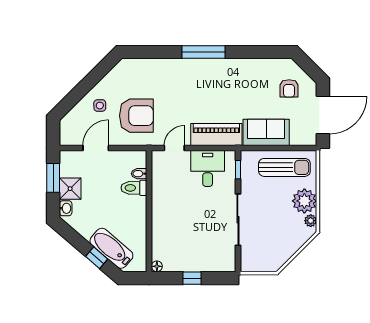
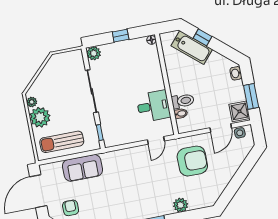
plant: (160, 67) -> (181, 205), added
side table: (100, 106) -> (240, 133), moved
armchair: (136, 116) -> (192, 161), turned 180
piano: (216, 134) -> (123, 158), removed
desk: (208, 168) -> (153, 106), moved, turned -90
shower: (70, 189) -> (239, 111), moved
plant: (227, 264) -> (94, 53), added

